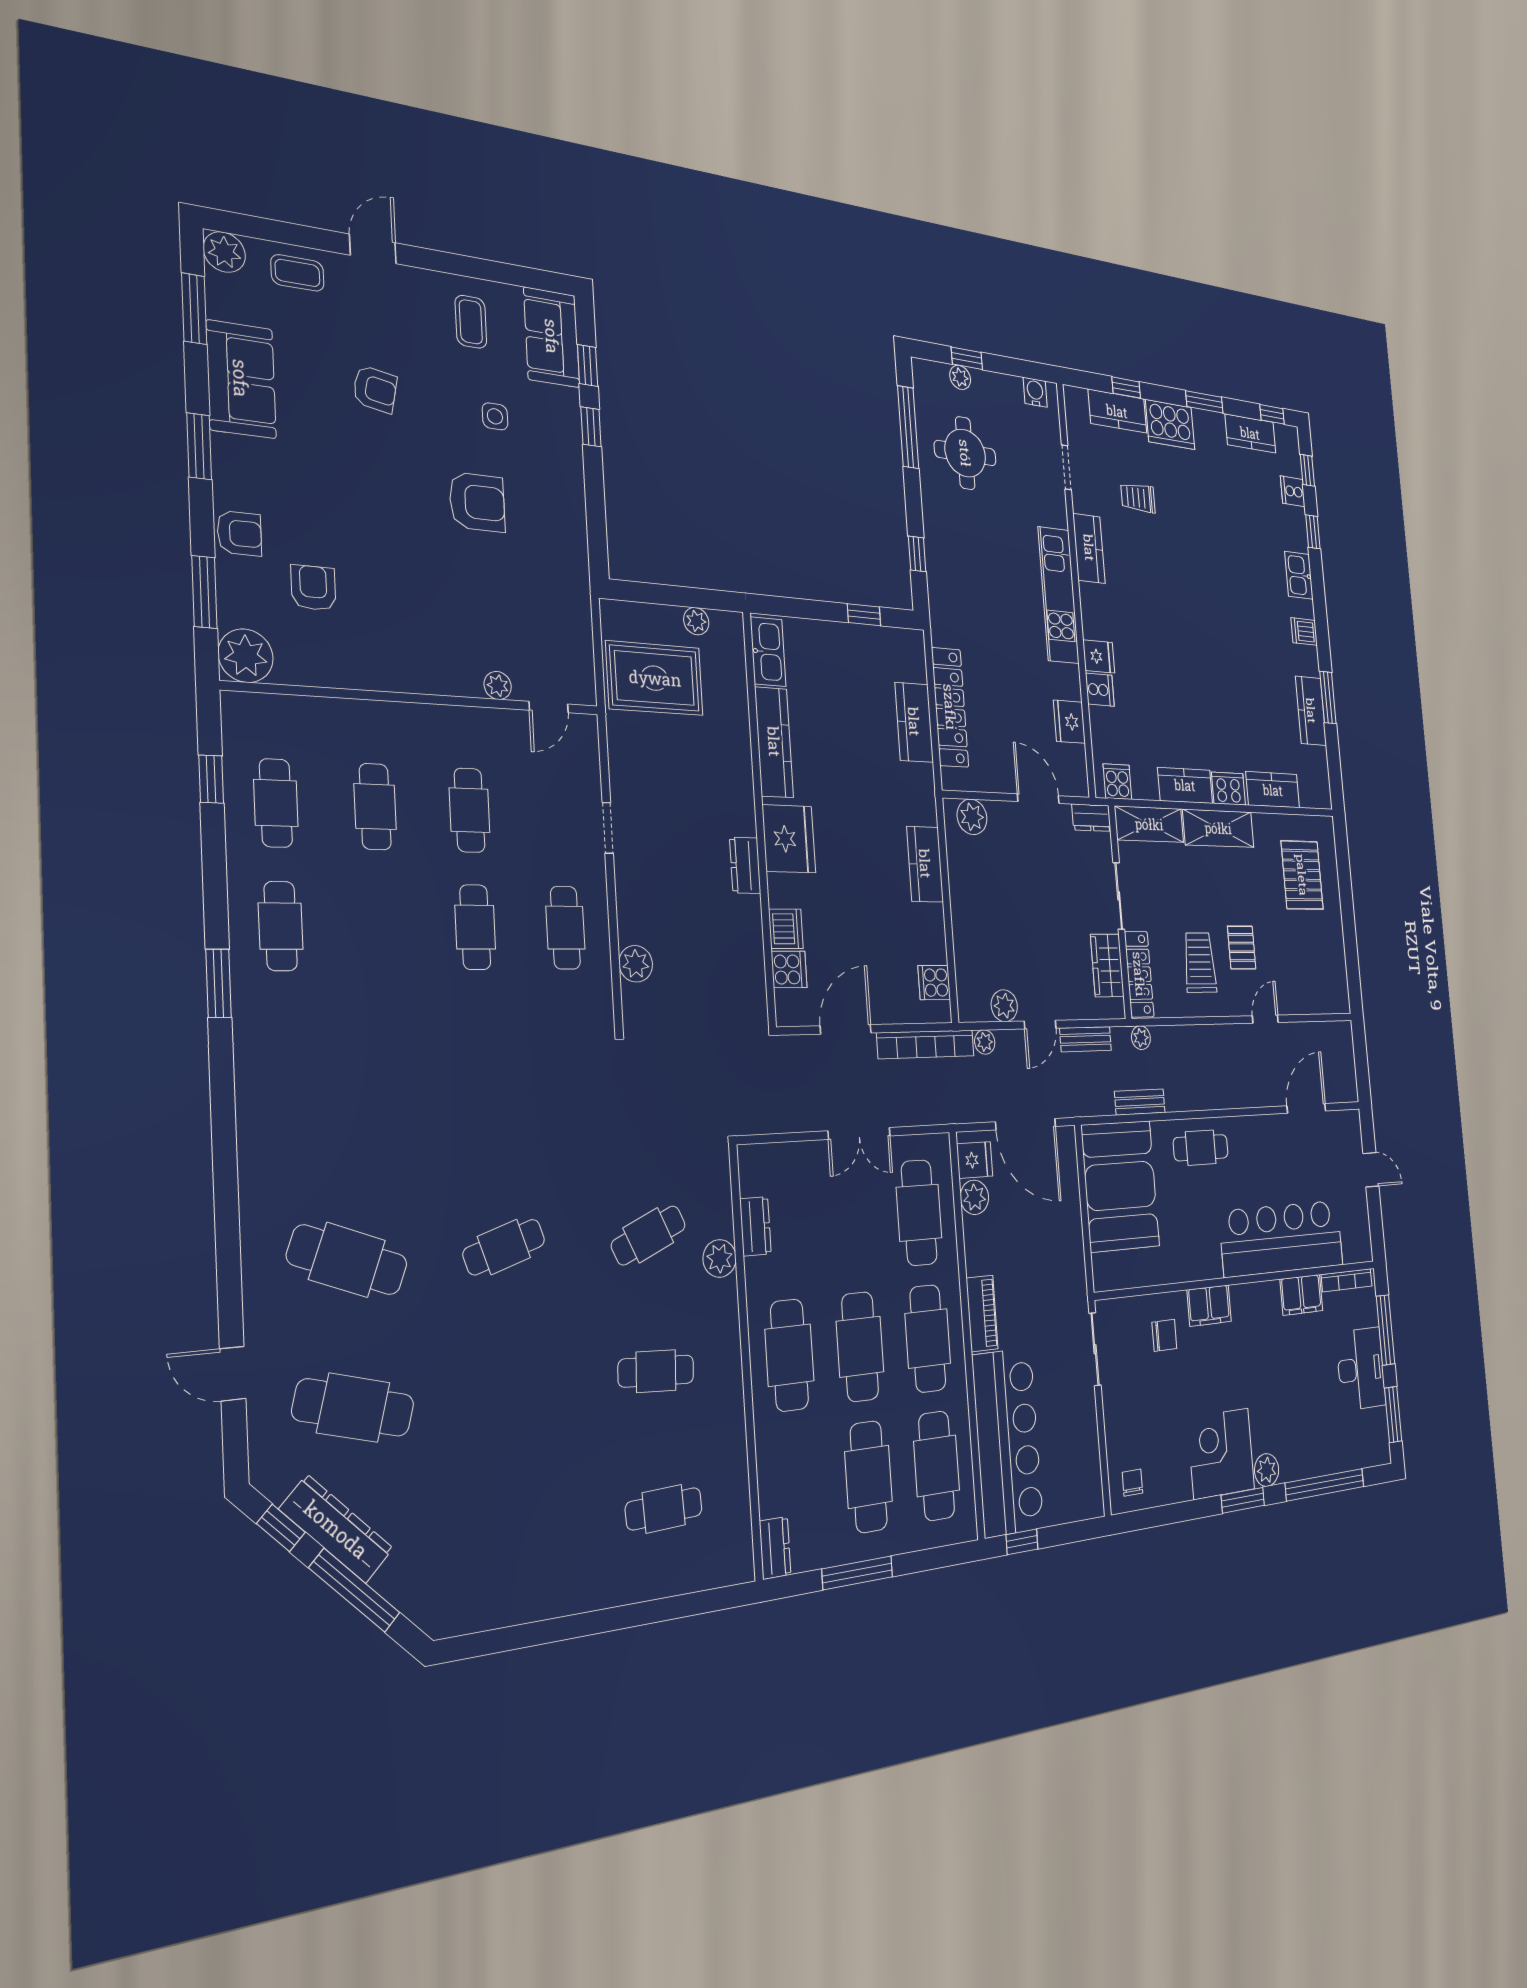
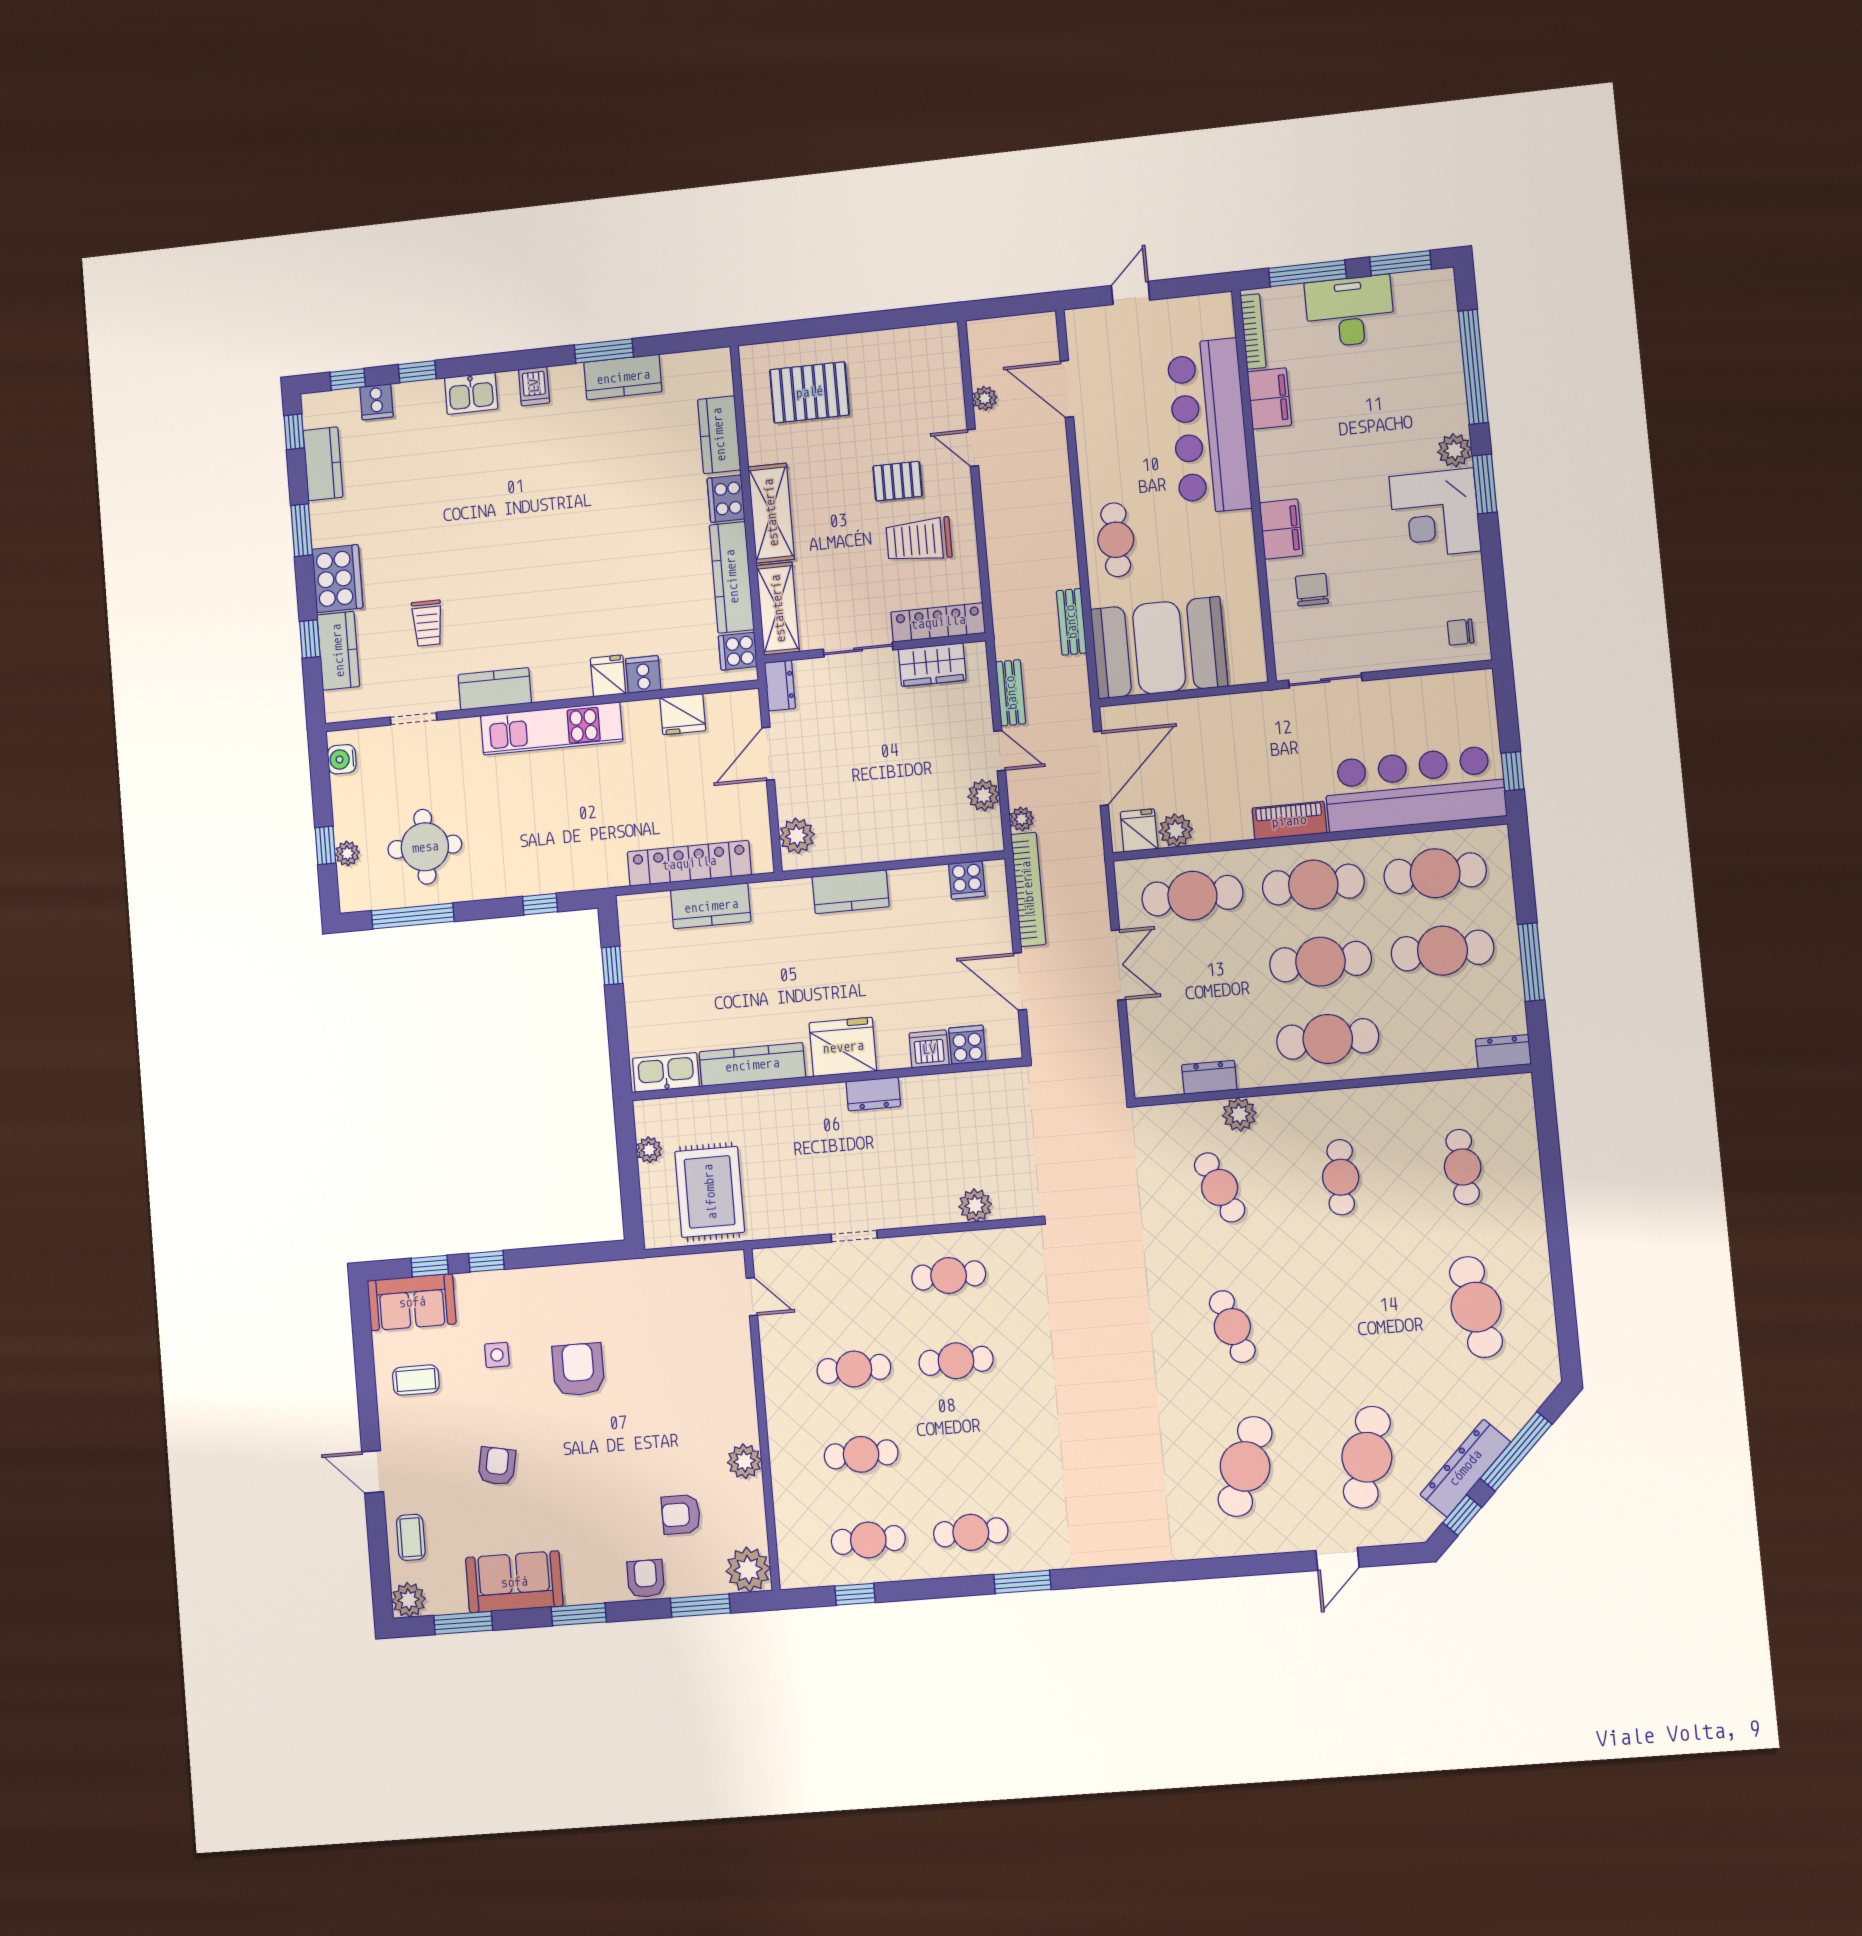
plant: (498, 685) -> (744, 1461), moved, width x1.38, depth x1.38
kitchen counter: (1185, 785) -> (732, 577), width x1.50
plant: (1141, 1038) -> (985, 398), moved
cafe table: (518, 1532) -> (1476, 1307), added

